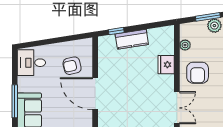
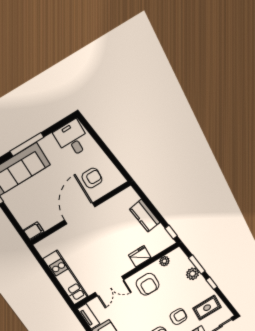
window: (116, 31) -> (171, 232), moved
armchair: (72, 66) -> (92, 178), turned 103
armchair: (198, 73) -> (148, 284), turned -90

